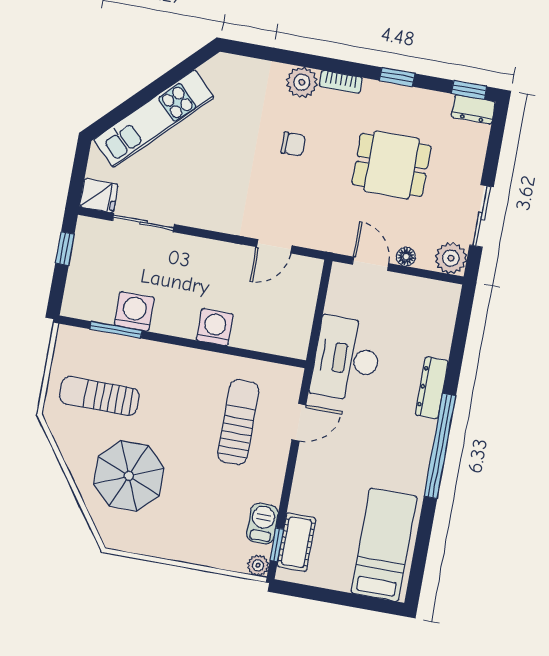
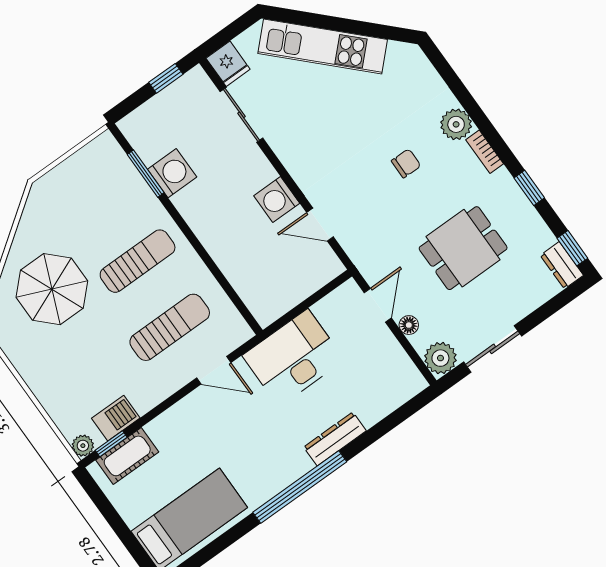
chair: (293, 144) -> (406, 163), turned -89
dining table: (392, 165) -> (463, 248), turned 90
washing machine: (215, 327) -> (277, 199), moved, turned 180
sun lounger: (99, 396) -> (138, 261), moved, turned 90

